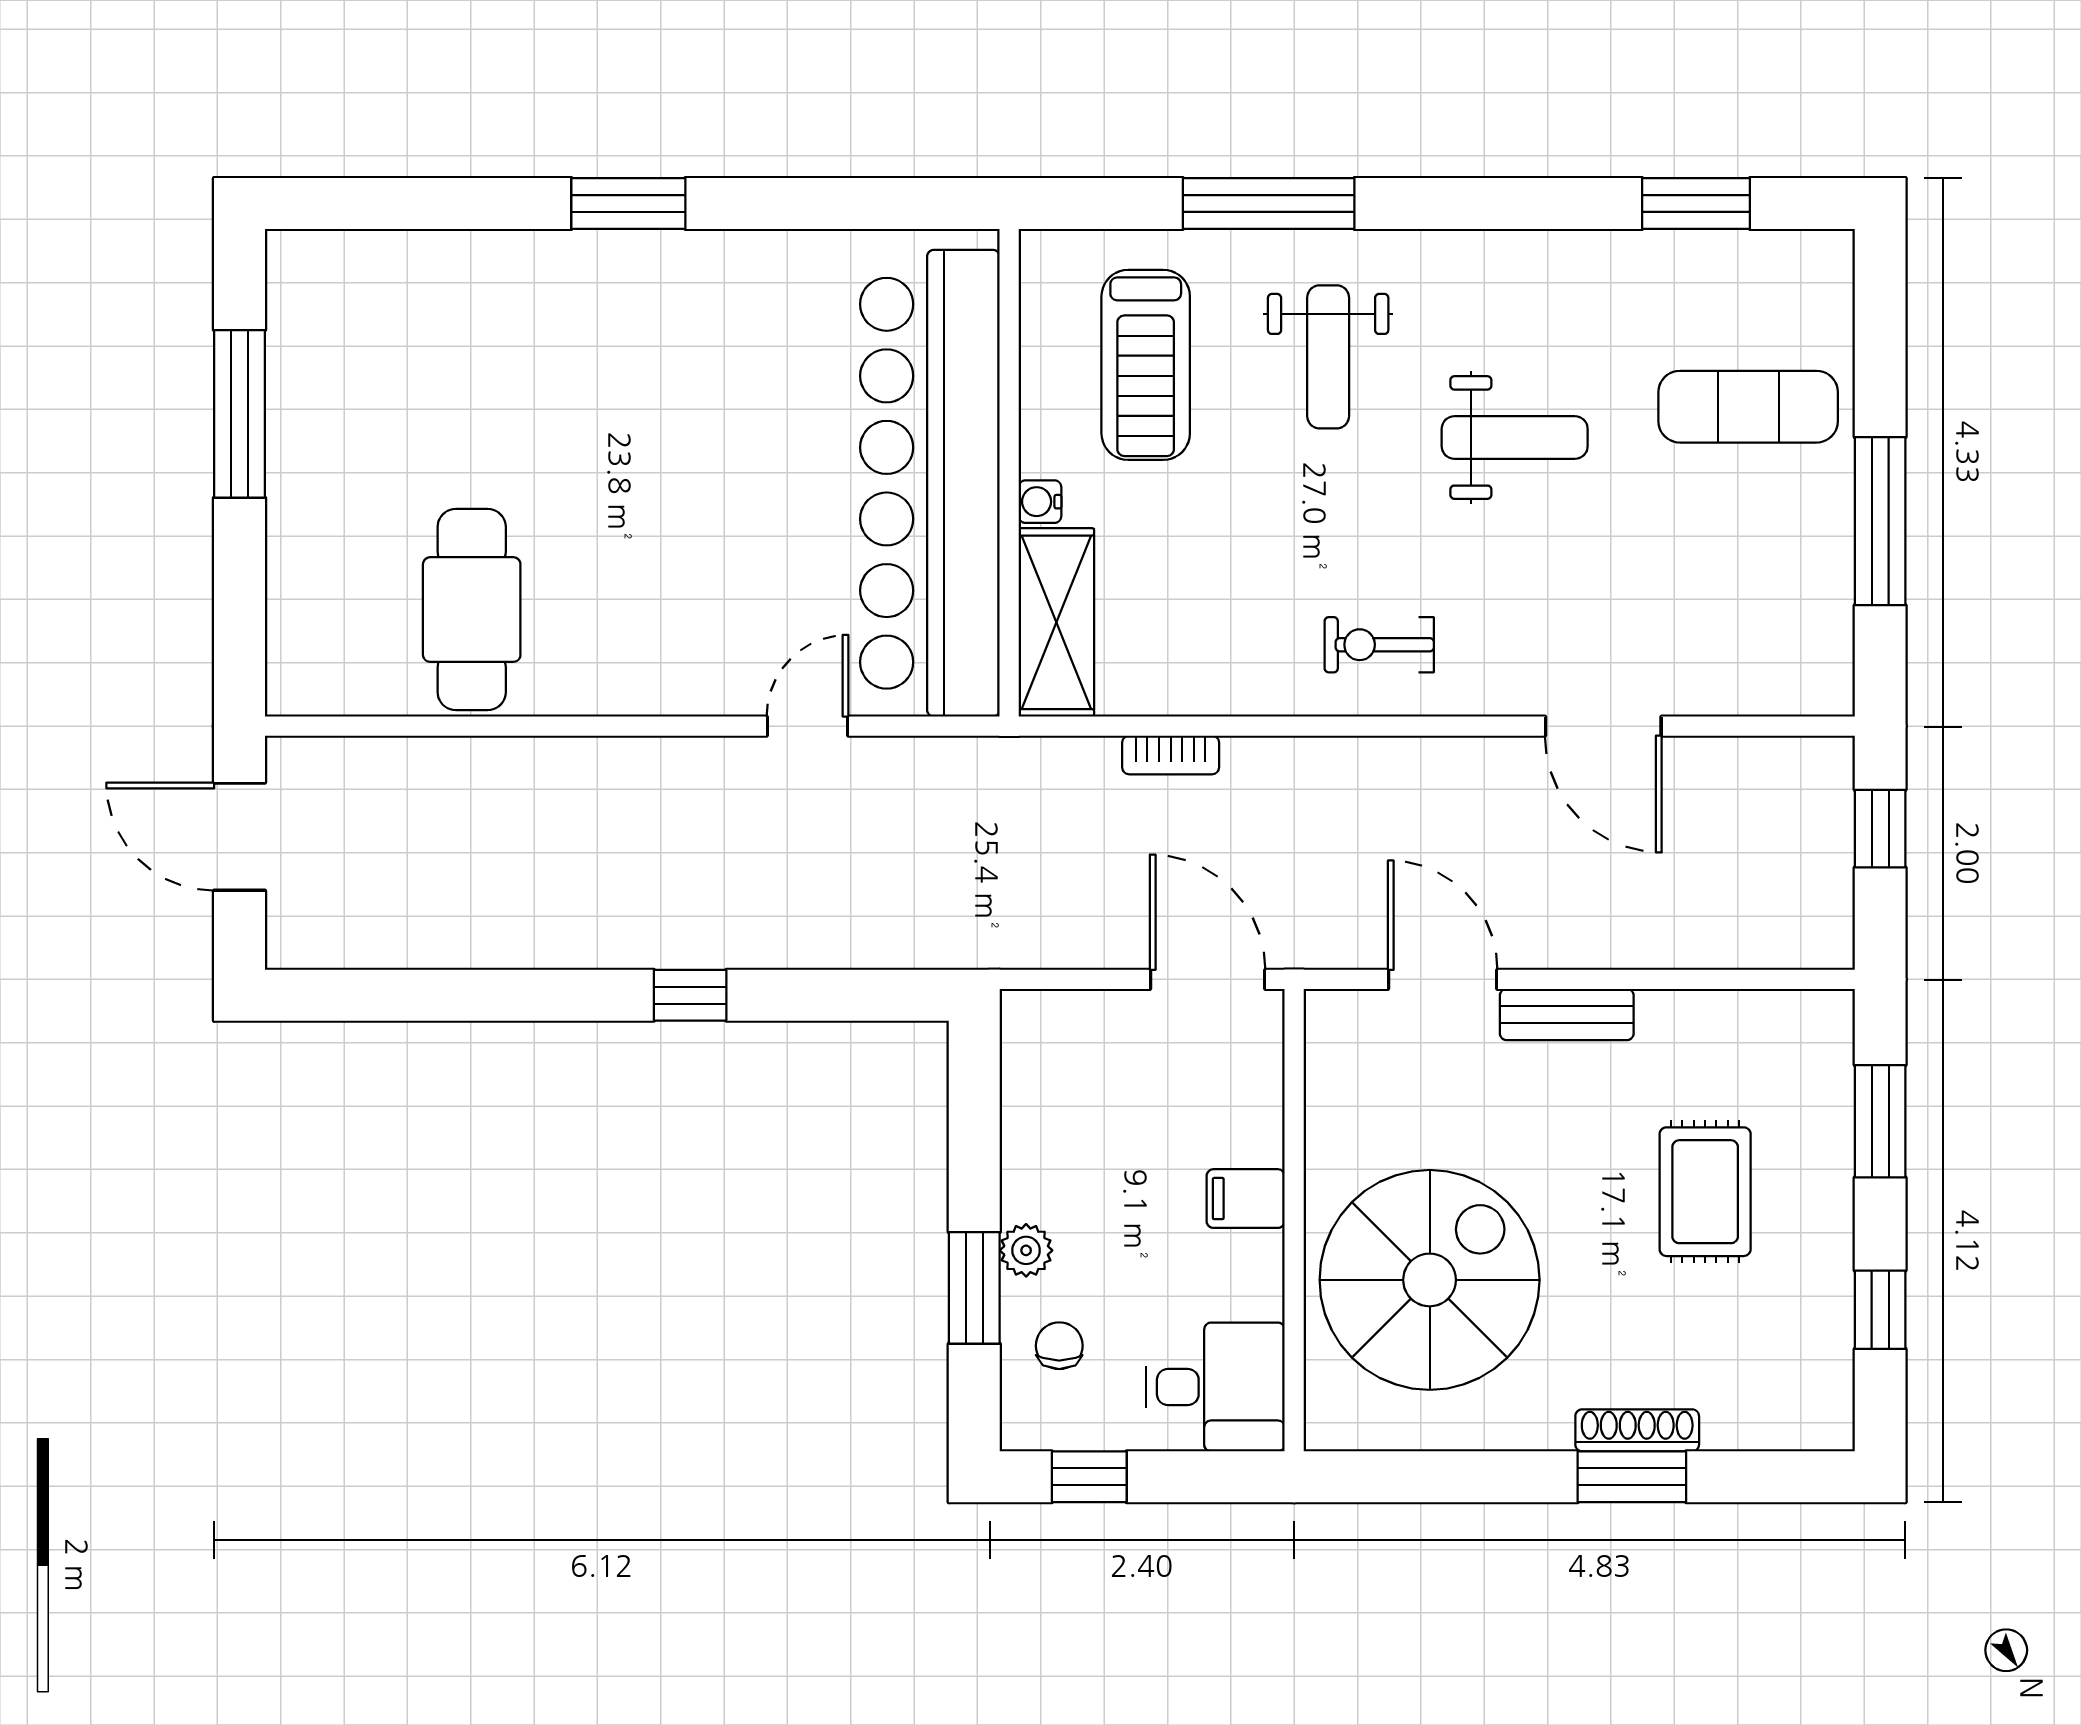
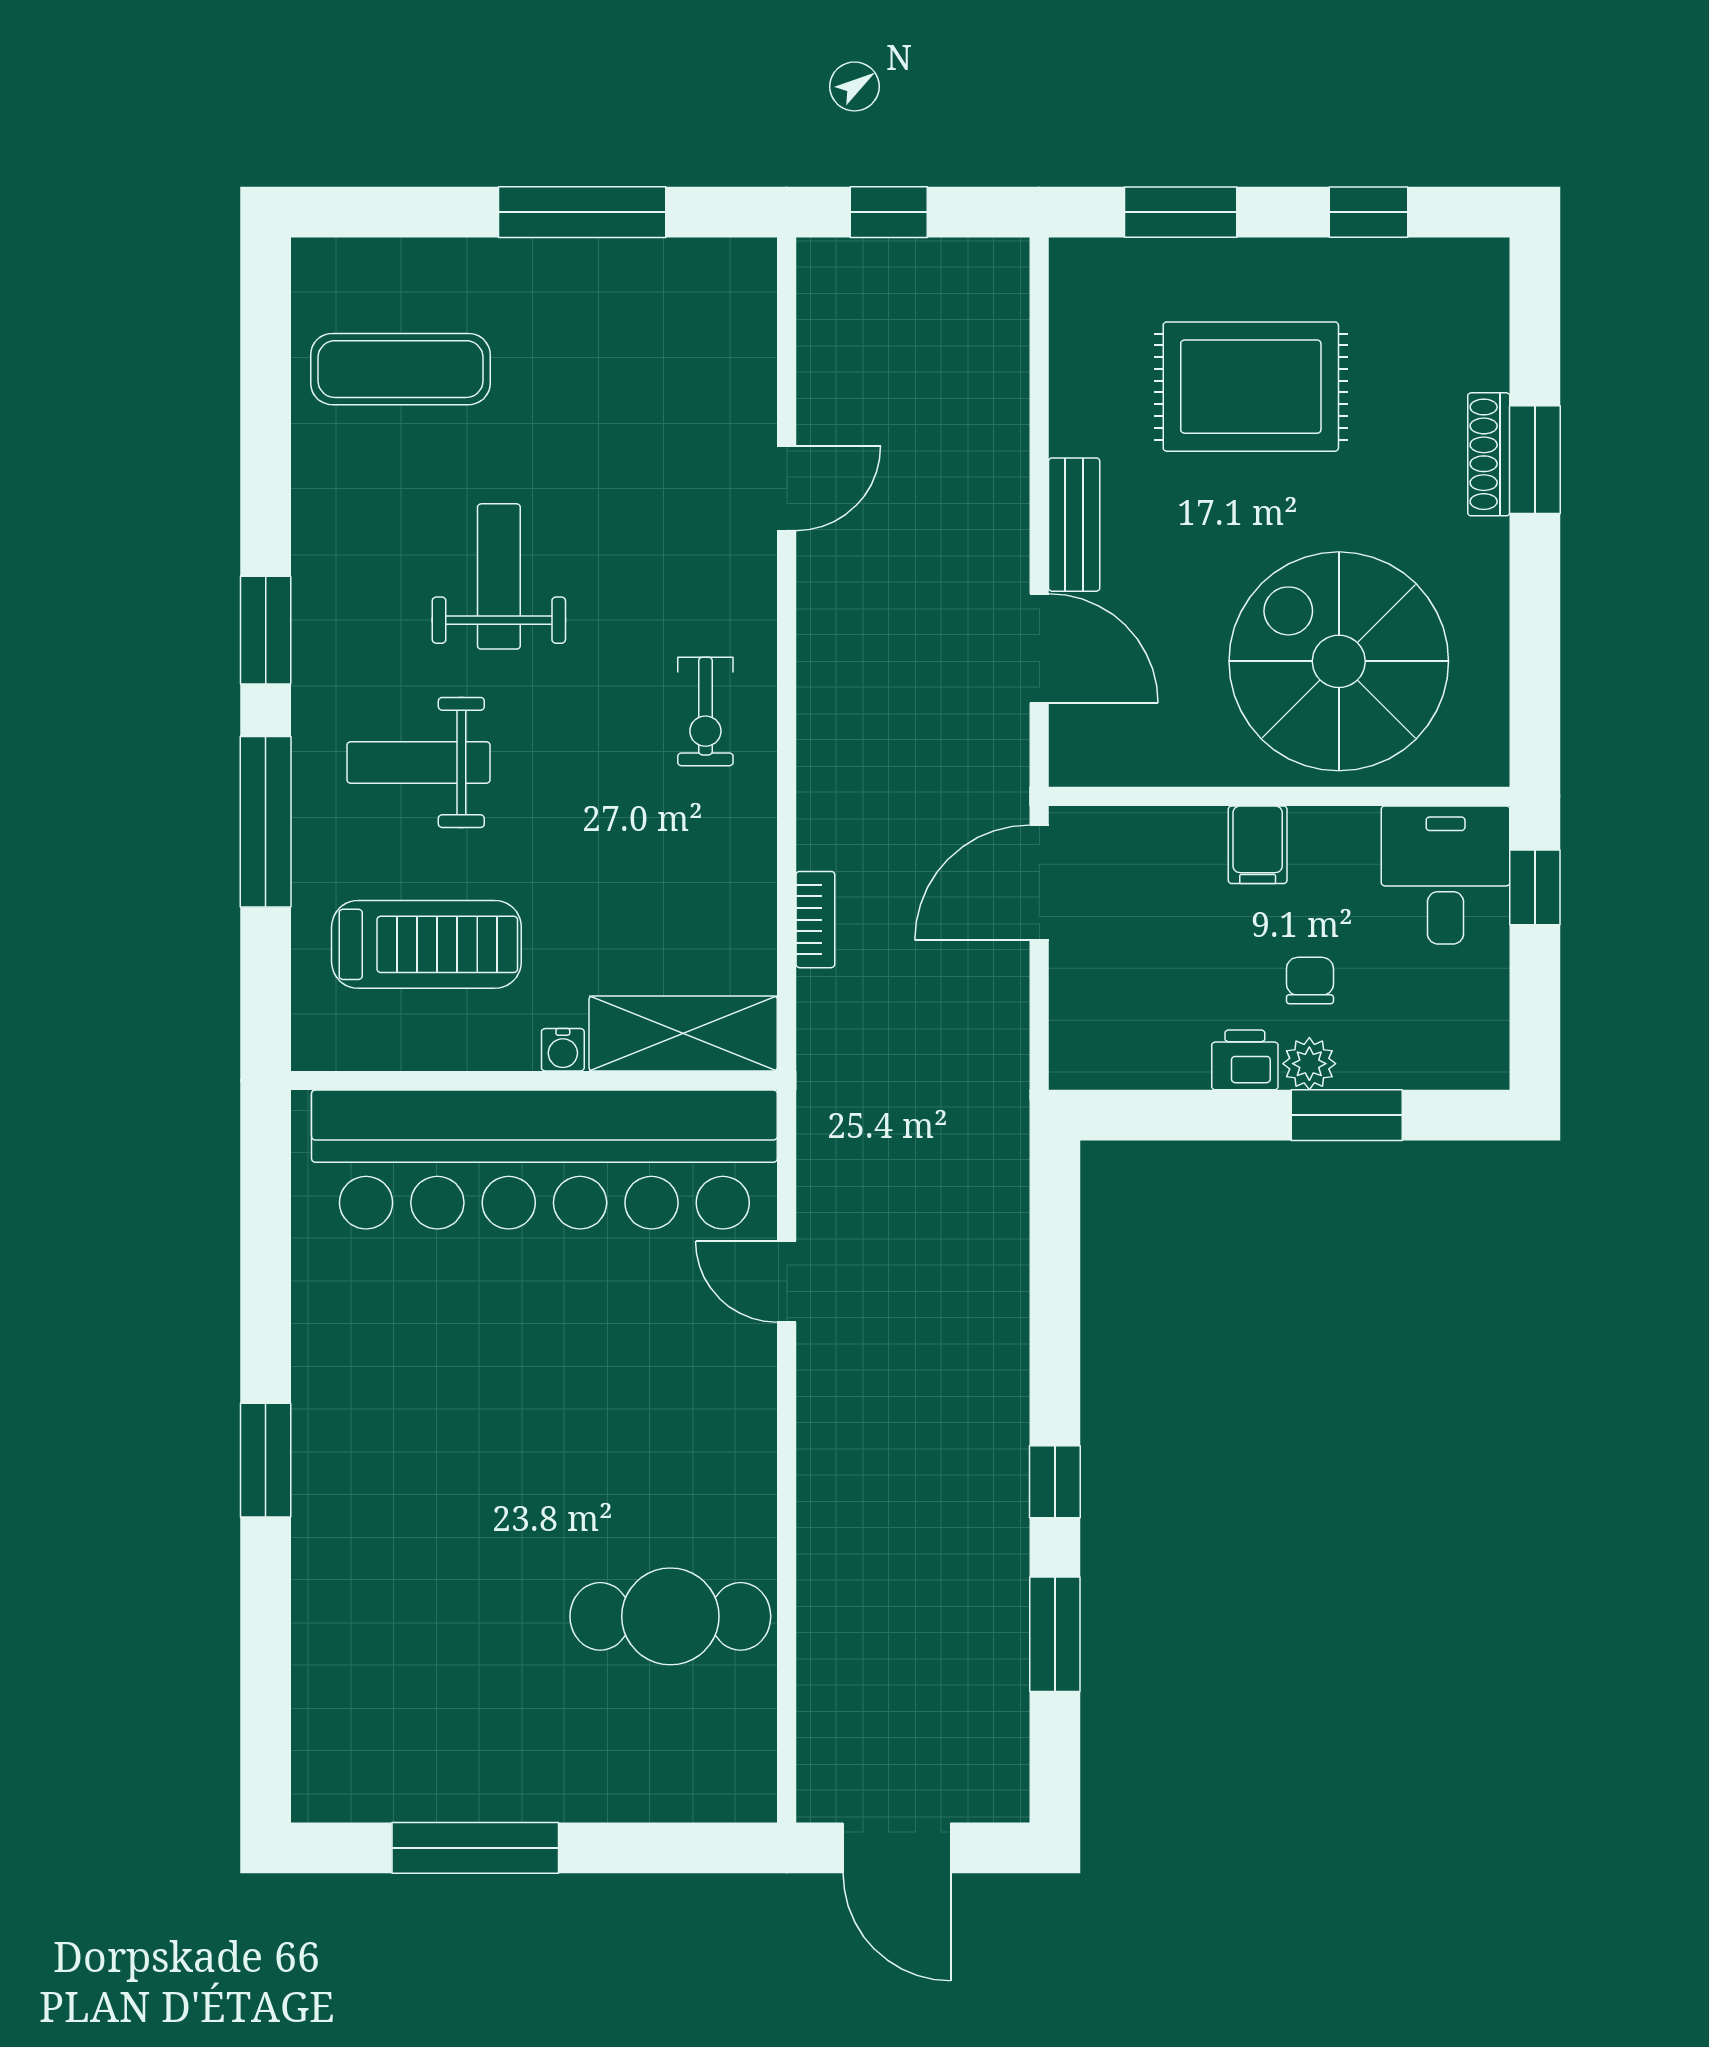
window: (1696, 203) -> (266, 630), moved
weight bench: (1328, 357) -> (418, 762), turned 180
exercise mat: (1748, 407) -> (400, 369), moved, turned 90
door: (1603, 726) -> (787, 488), width x0.73
door: (240, 837) -> (897, 1848), hinge flipped
door: (1443, 979) -> (1039, 648), swing flipped
window: (454, 995) -> (1055, 1634), added
window: (690, 995) -> (1055, 1482), moved
printer: (1030, 1186) -> (1245, 1060), added
rug: (1705, 1192) -> (1251, 387), width x1.36, depth x1.43
chair: (1059, 1346) -> (1310, 981), moved, turned 90
window: (1089, 1477) -> (1535, 887), moved

